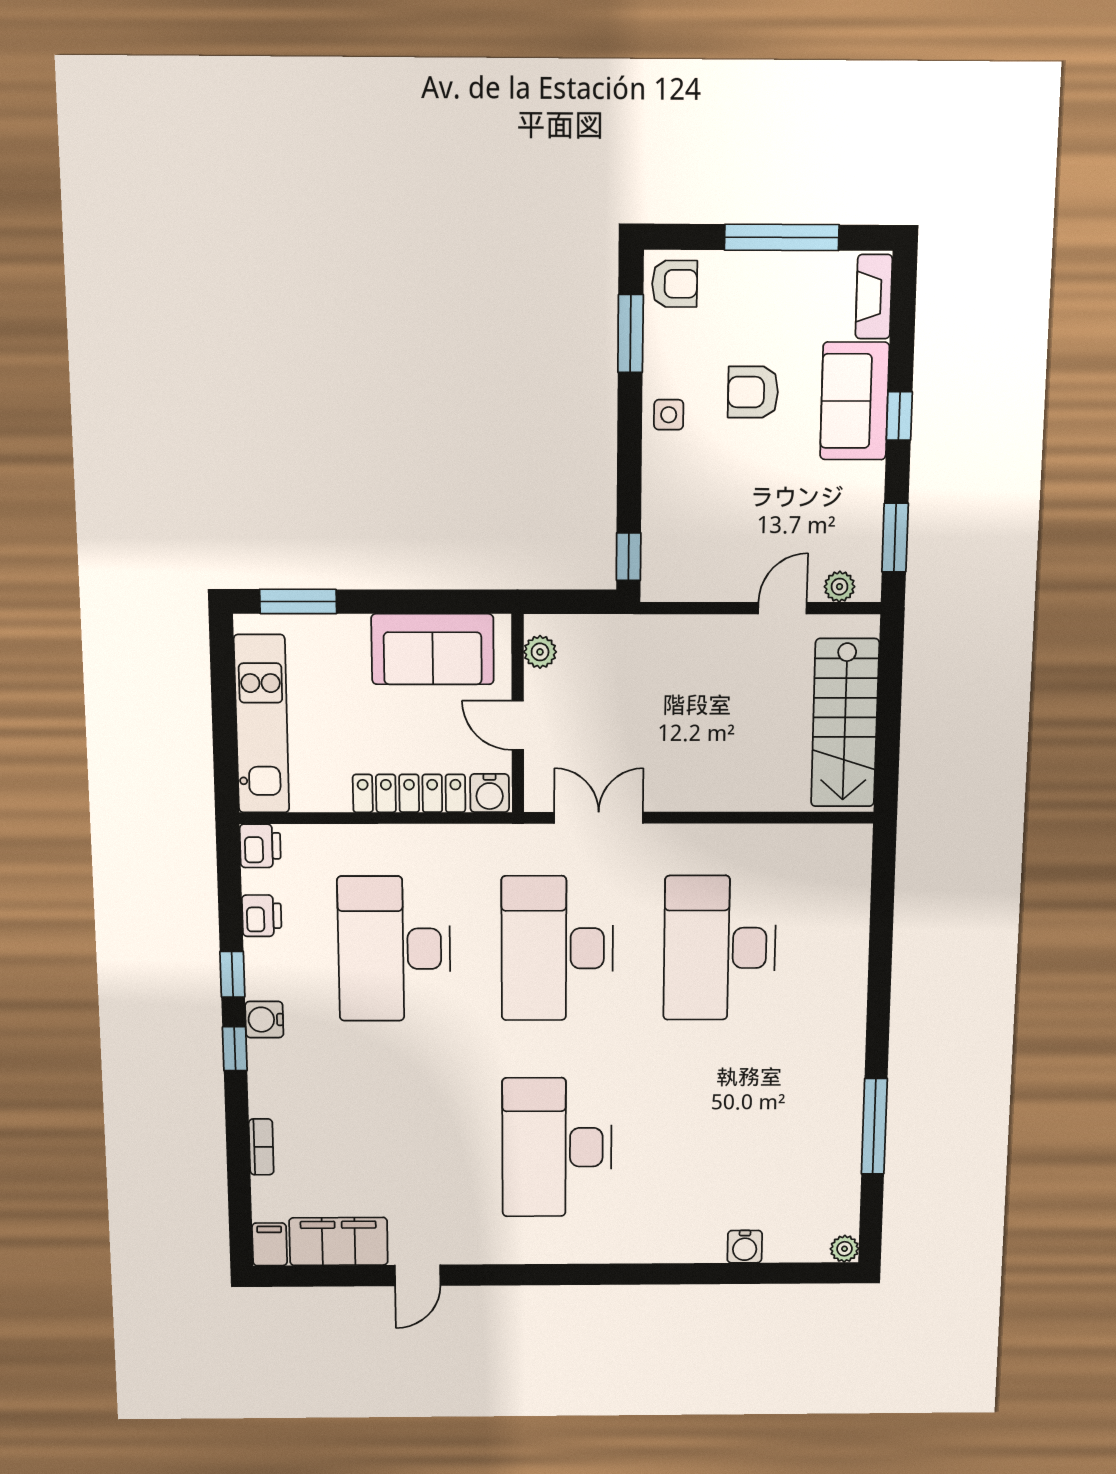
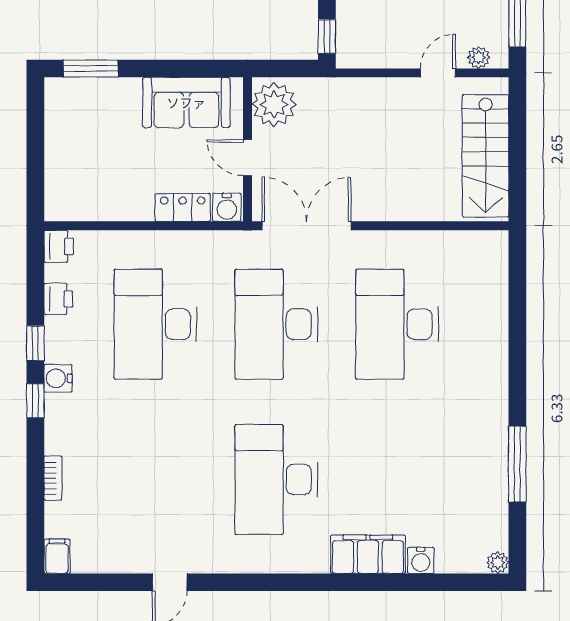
plant: (540, 652) -> (274, 104), width x1.87, depth x1.87
kitchen unit: (262, 724) -> (62, 157), removed
locker: (409, 793) -> (183, 208), width x0.66
double door: (599, 818) -> (307, 226), width x1.37
filing cabinet: (339, 1241) -> (368, 554), moved

